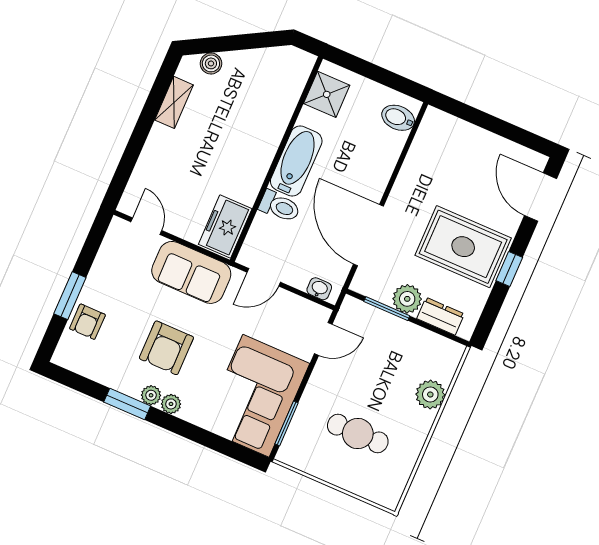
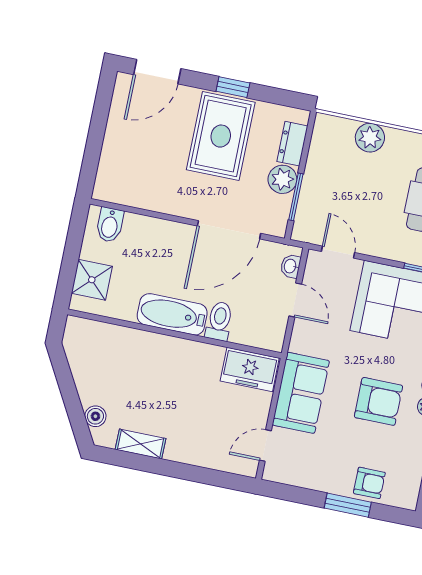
shower: (327, 94) -> (92, 280), moved
door: (264, 277) -> (295, 300), moved

